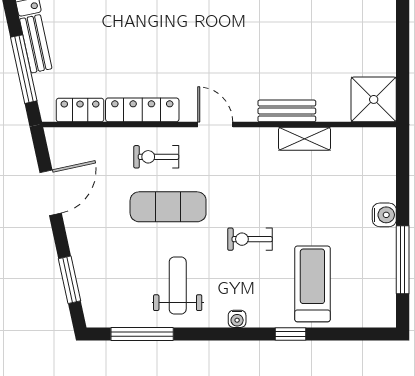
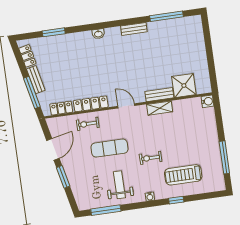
shower: (374, 99) -> (184, 86), moved
shelving: (304, 139) -> (160, 108), moved
exercise bike: (156, 157) -> (88, 124), moved
water cooler: (384, 215) -> (207, 101), moved
window: (70, 280) -> (63, 177), moved
treadmill: (312, 284) -> (183, 175), turned -90

